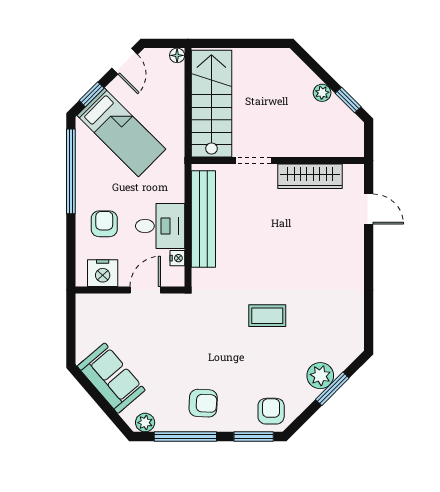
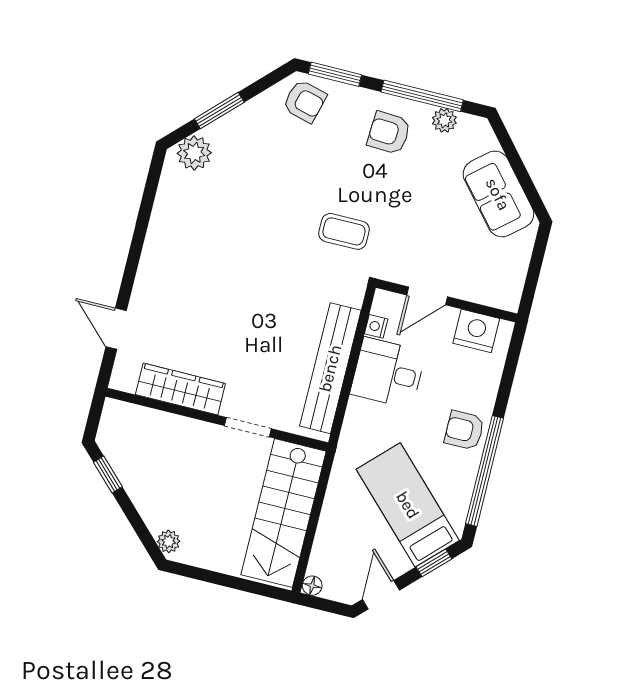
plant: (322, 93) -> (169, 541), moved
armchair: (104, 224) -> (464, 430), moved, turned 90
coffee table: (267, 316) -> (344, 231), moved
plant: (320, 376) -> (194, 153), moved
armchair: (271, 411) -> (305, 101), turned -75
plant: (145, 423) -> (444, 120), moved

